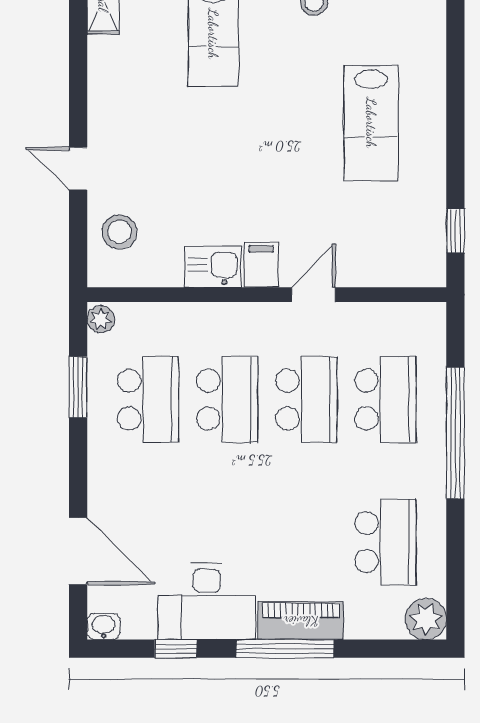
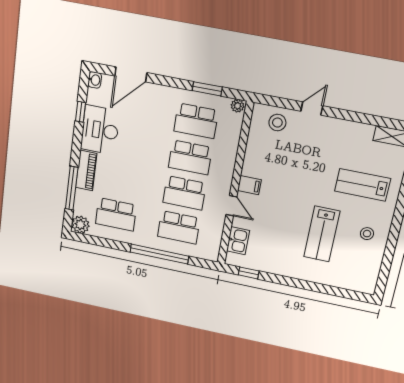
lab bench: (371, 123) -> (322, 234), moved, turned -90
kitchen sink: (213, 267) -> (238, 241), moved
window: (285, 649) -> (72, 188), moved

